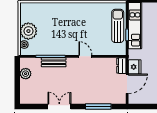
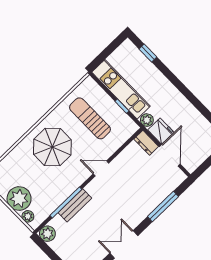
parasol: (71, 21) -> (52, 147), added
sun lounger: (118, 26) -> (90, 118), moved
plant: (133, 54) -> (147, 120), added
plant: (26, 74) -> (47, 234), moved

